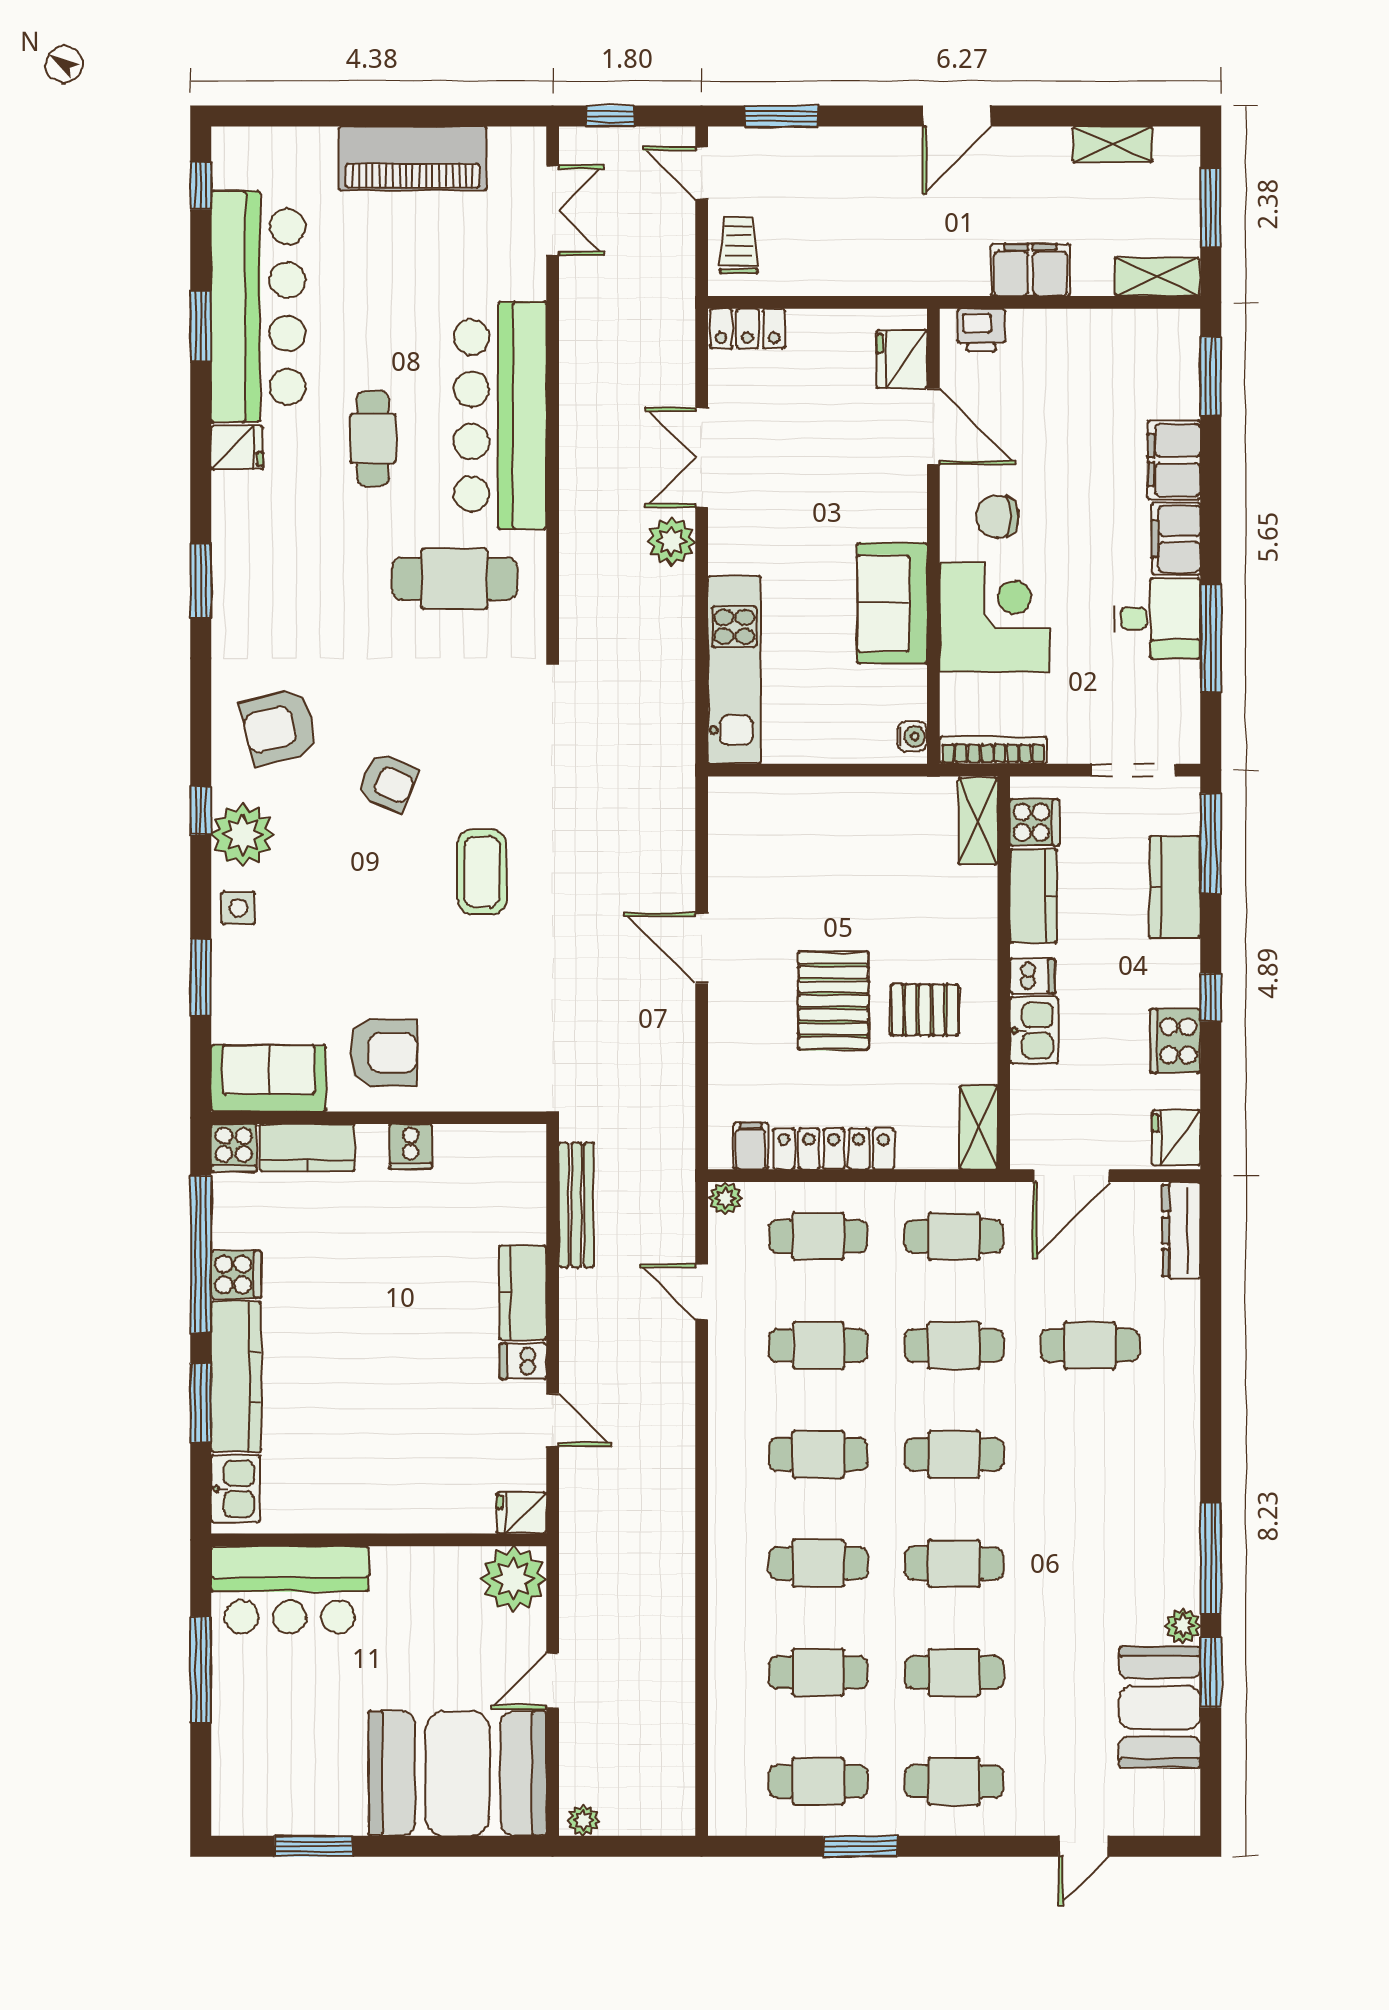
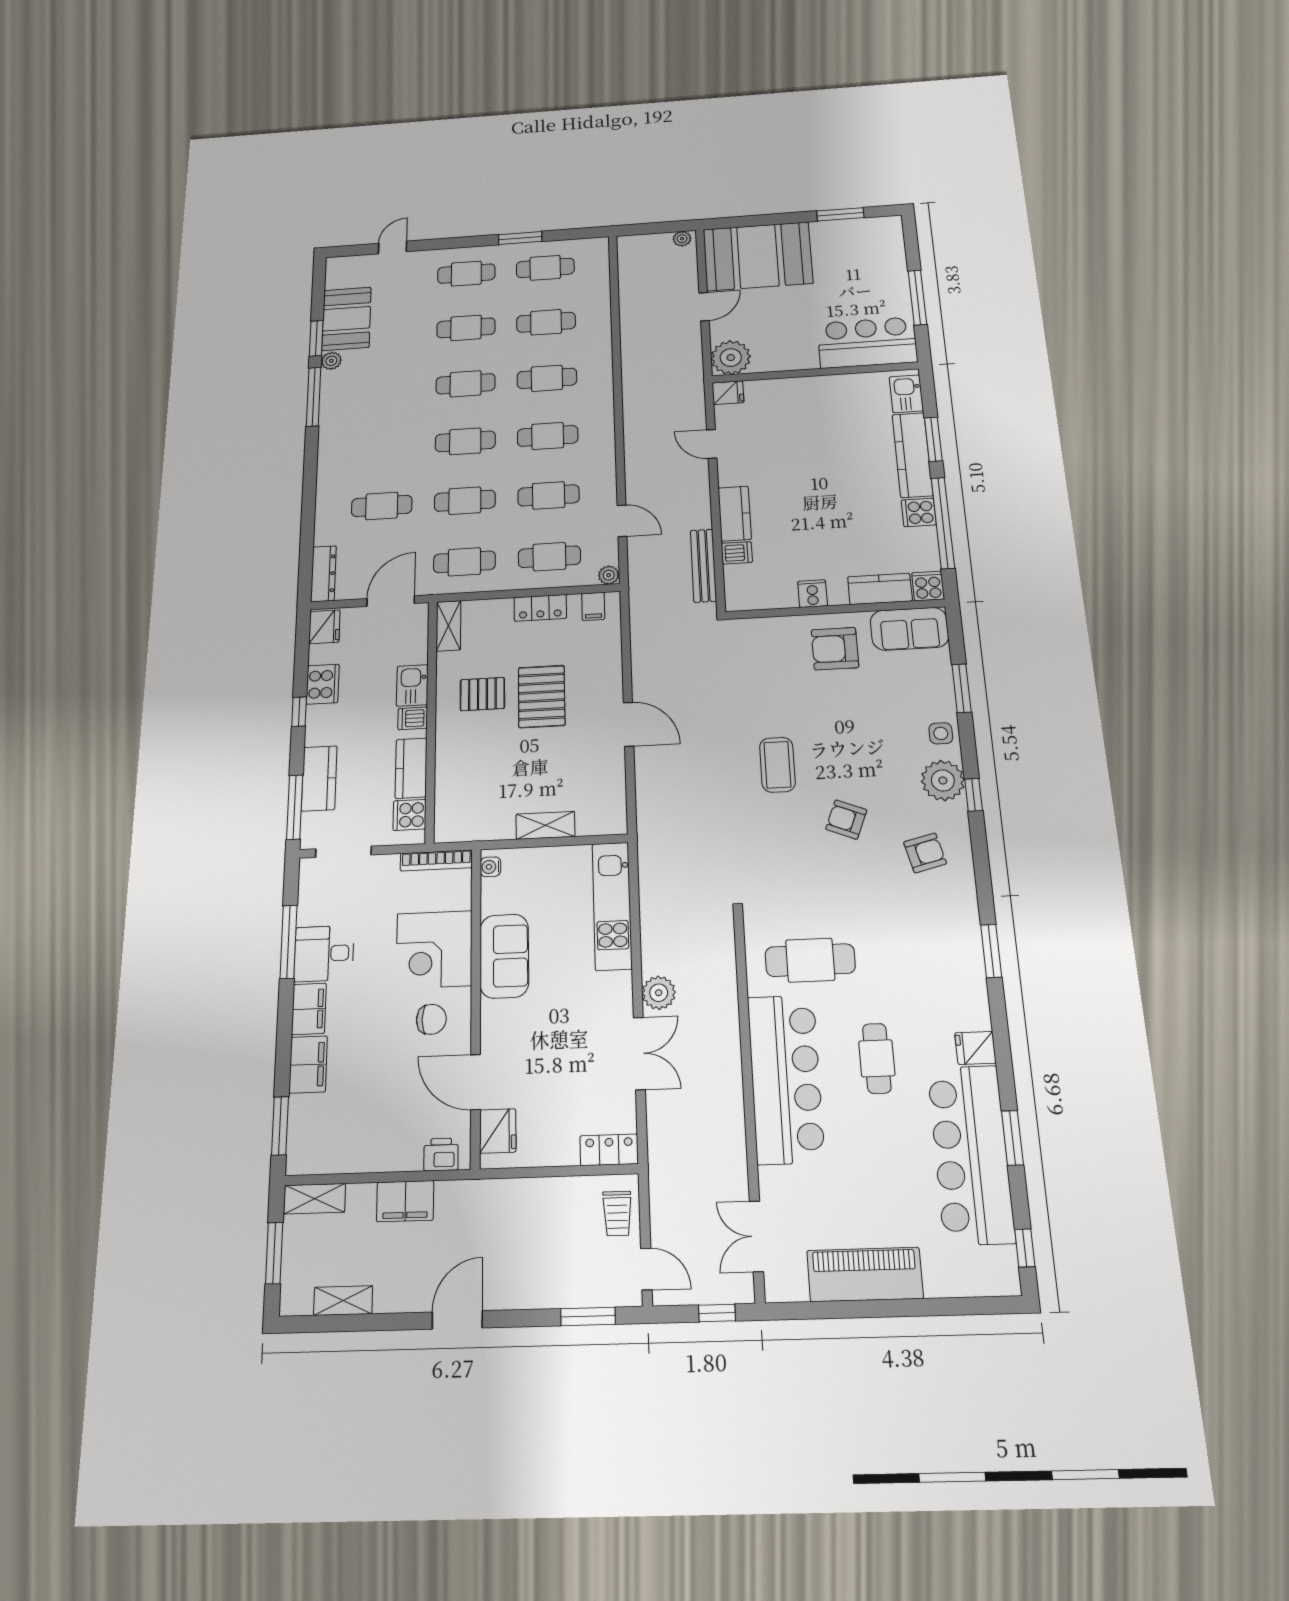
armchair: (279, 727) -> (925, 853), width x0.72, depth x0.72
shelving: (978, 821) -> (545, 825), moved, turned 90
locker: (834, 1149) -> (540, 608), width x0.66
dishwasher: (523, 1361) -> (737, 553), moved

